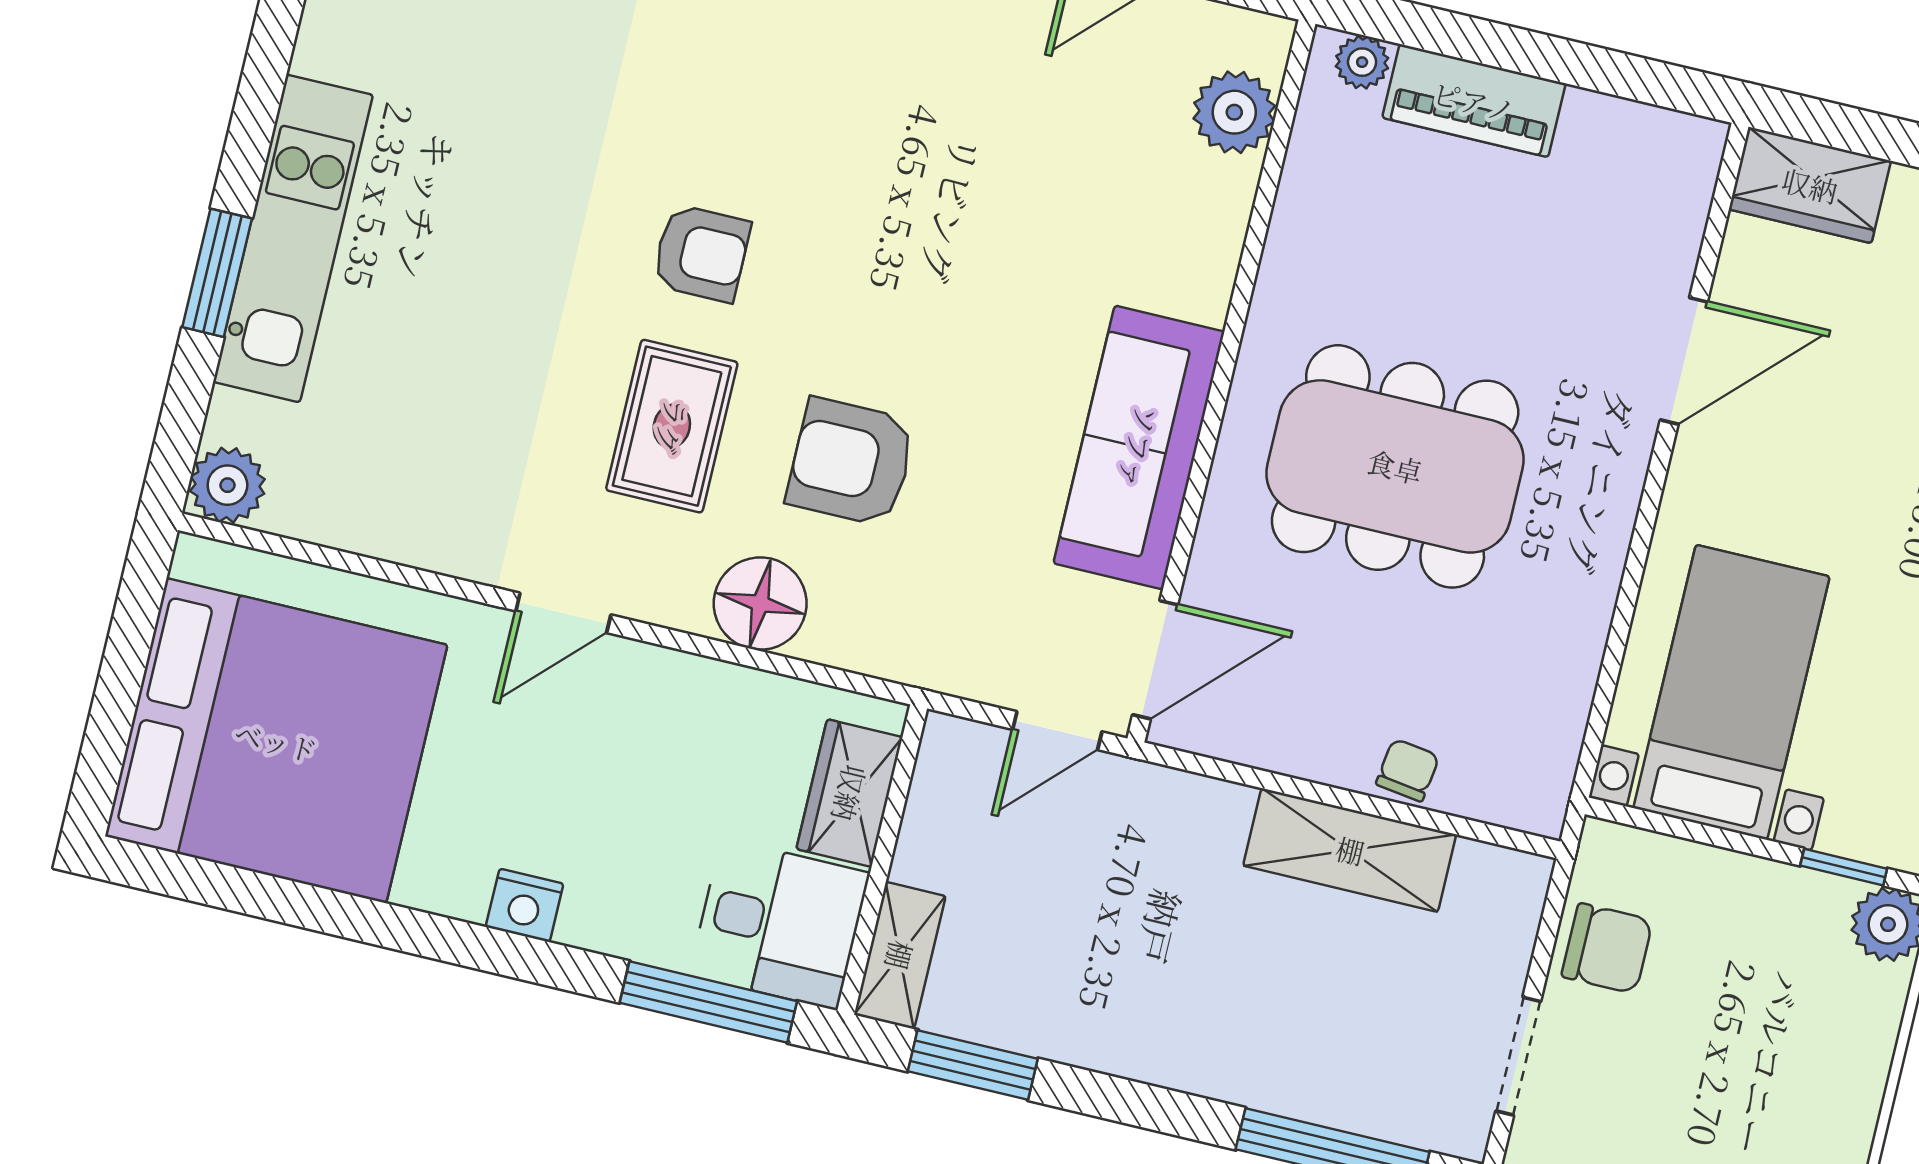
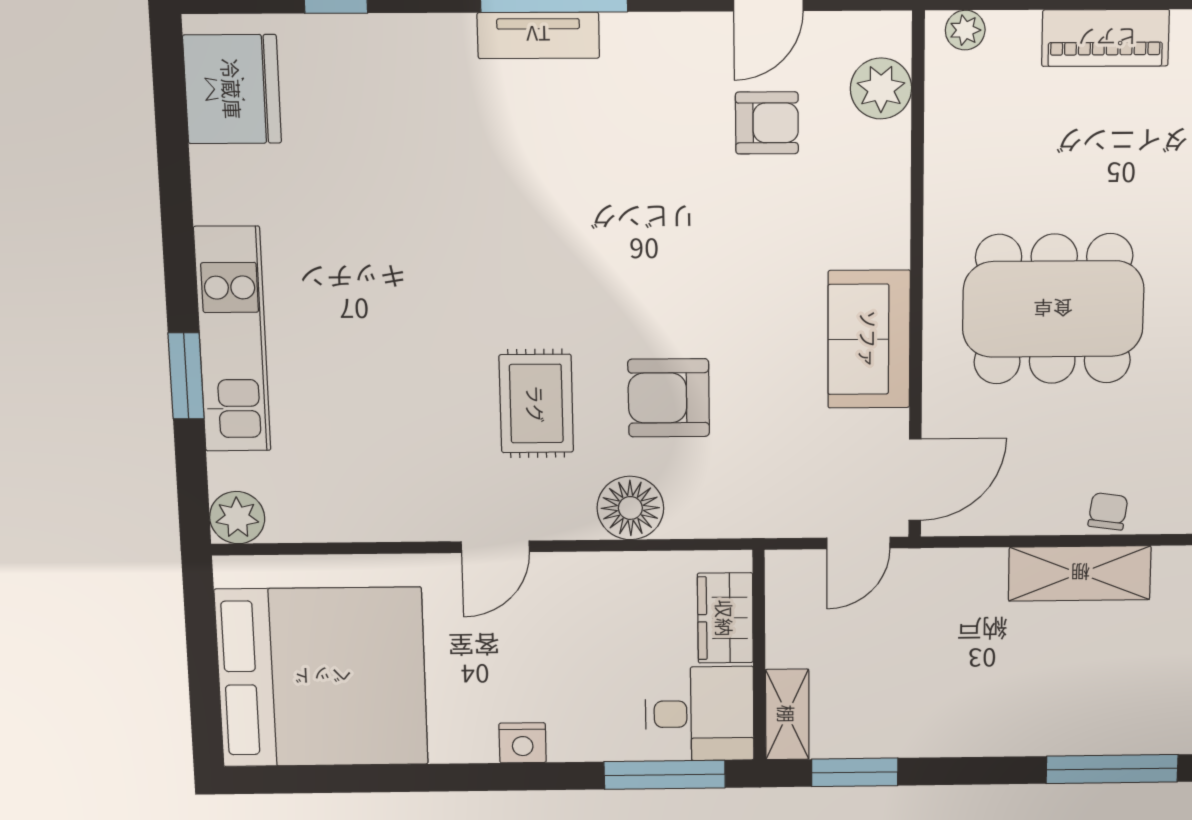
piano: (1474, 101) -> (1106, 38), moved
armchair: (701, 253) -> (767, 123), moved
sofa: (1139, 447) -> (869, 339), width x0.73

